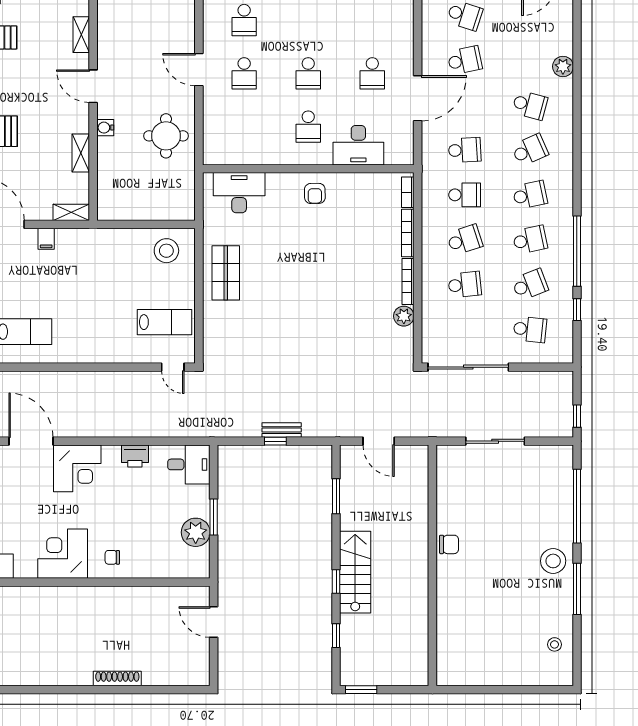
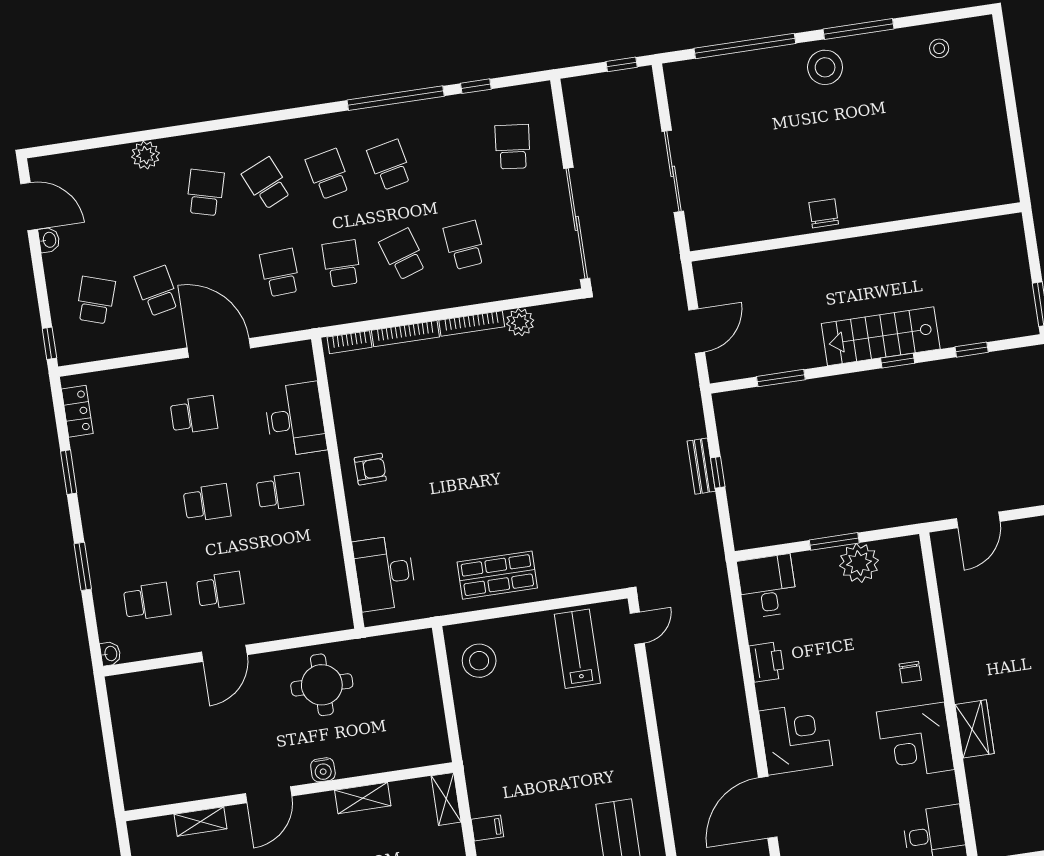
school desk: (530, 285) -> (451, 156), removed
wardrobe: (65, 597) -> (975, 729), added

